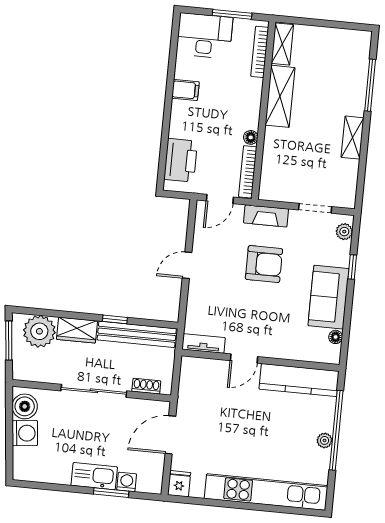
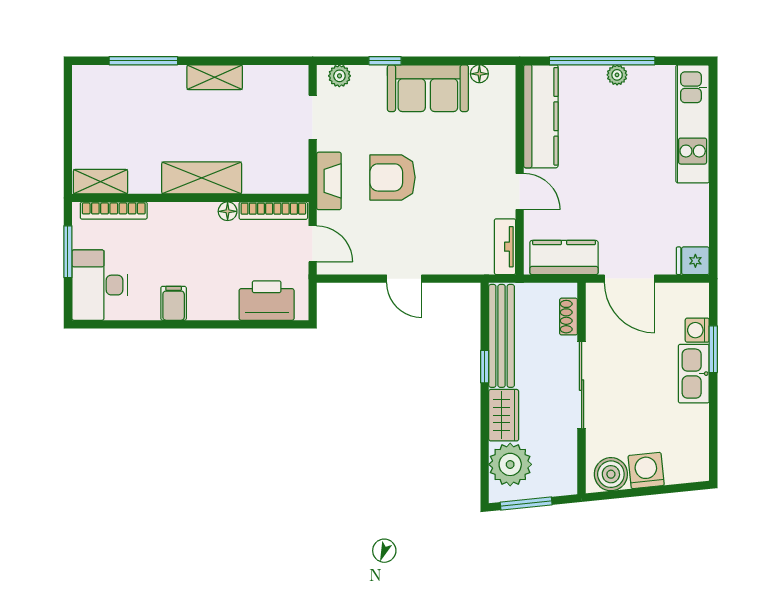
shelving: (280, 96) -> (202, 178), moved
armchair: (264, 264) -> (393, 177), turned -90
kitchen counter: (191, 387) -> (564, 258), added
kitchen unit: (266, 492) -> (693, 124), width x0.73

